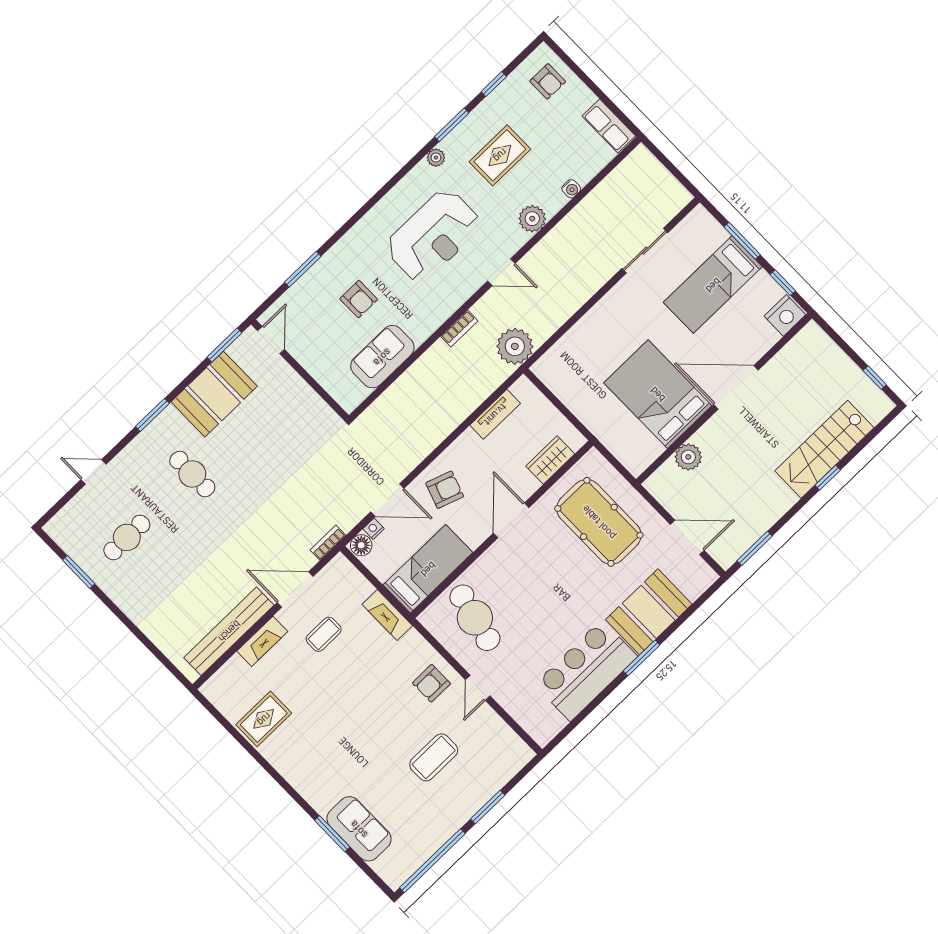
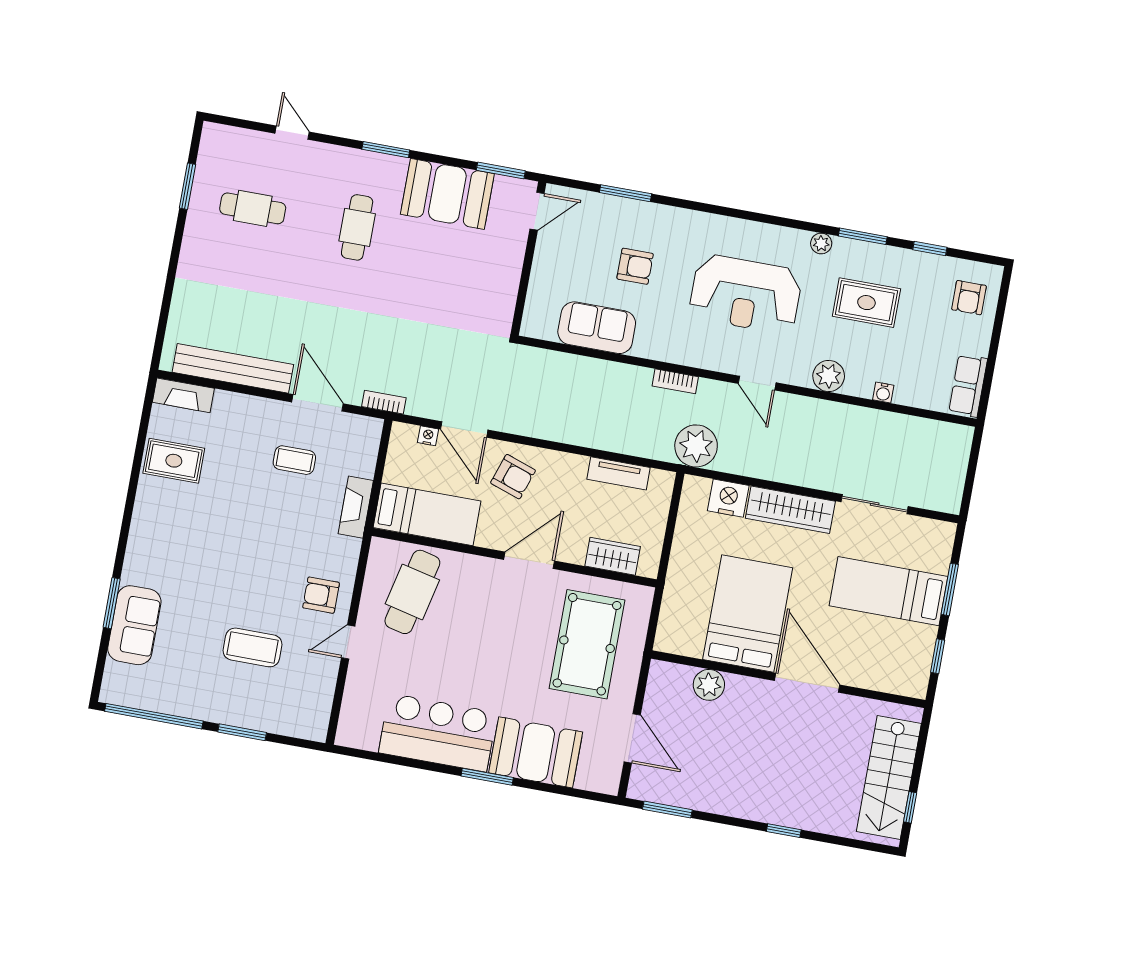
armchair: (359, 299) -> (635, 266), turned -90
wardrobe: (607, 312) -> (790, 510), added
nightstand: (785, 315) -> (728, 498), moved, turned 180
stairs: (824, 449) -> (889, 777), moved, turned -90
floor lamp: (361, 545) -> (404, 435), removed
fireplace: (262, 641) -> (183, 395), moved

